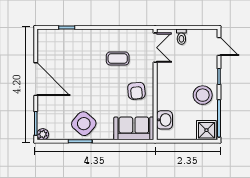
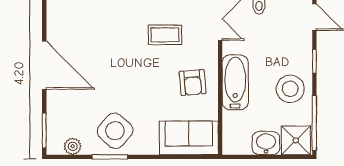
bathtub: (165, 91) -> (235, 82), added
washbasin: (164, 120) -> (266, 143), moved, turned -90
plant: (43, 134) -> (73, 146), moved

